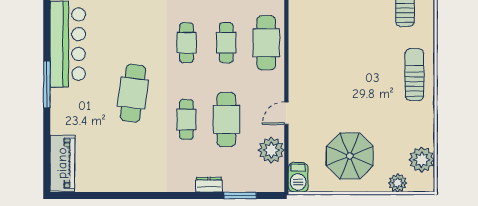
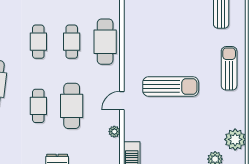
sun lounger: (345, 96) -> (171, 87), added
plant: (271, 150) -> (114, 132), width x0.53, depth x0.53
parasol: (350, 156) -> (175, 136), removed

